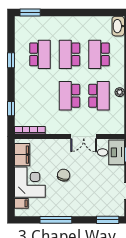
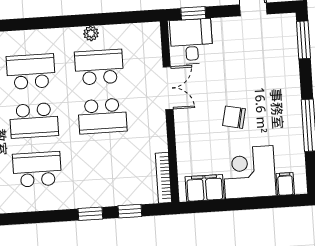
school desk: (99, 54) -> (31, 72), turned 180
window: (11, 60) -> (90, 214), moved

